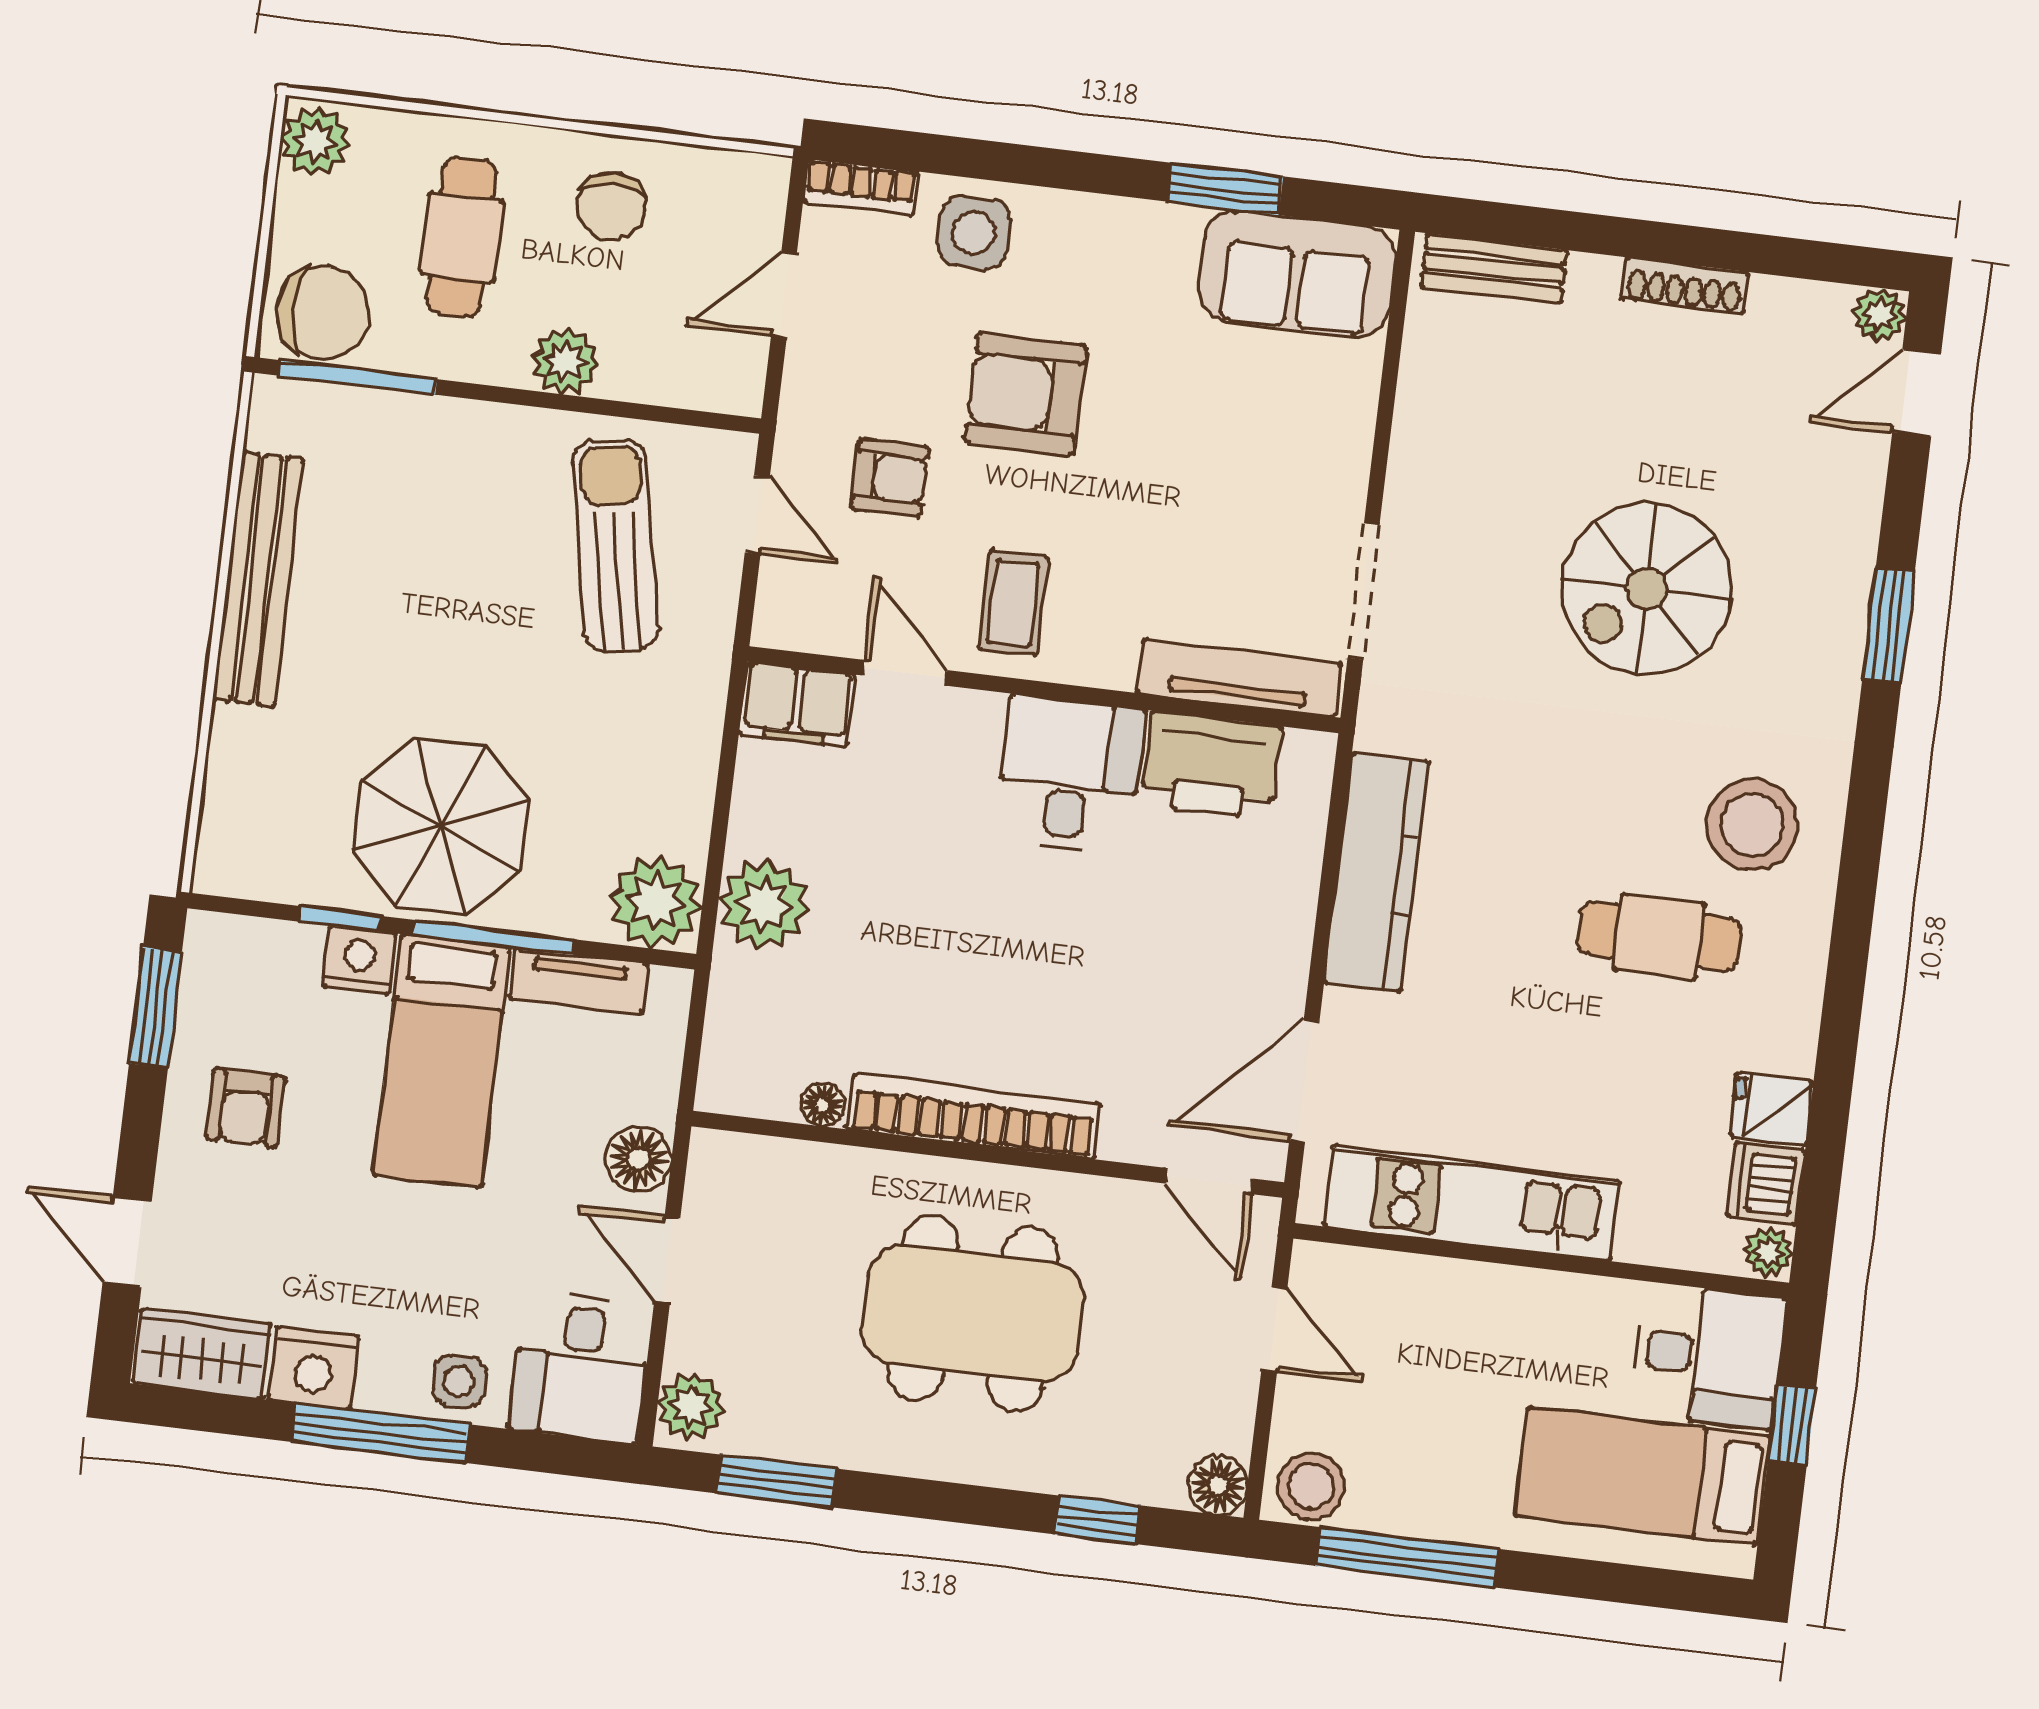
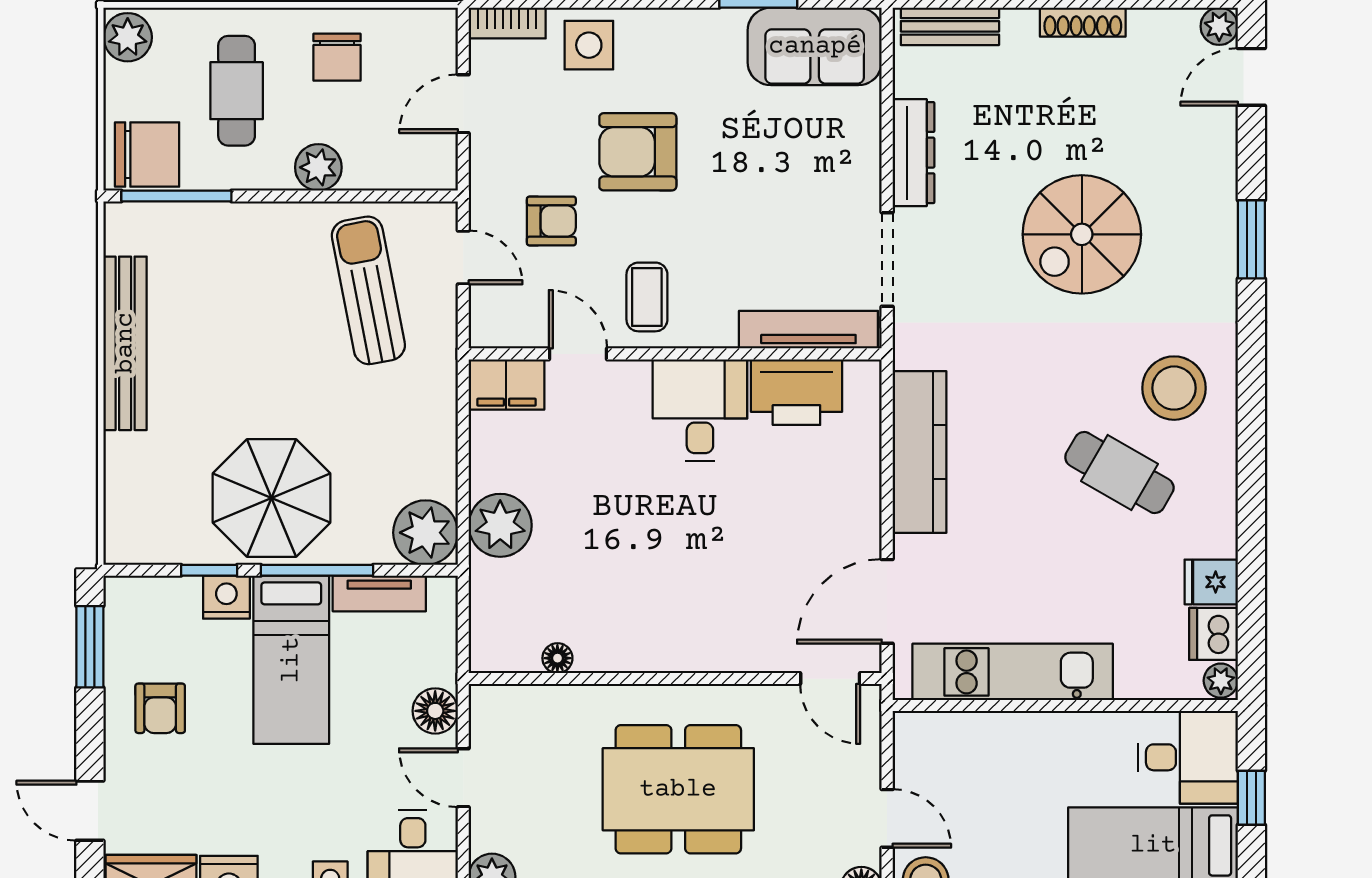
dresser: (1420, 443) -> (913, 153), added
cafe table: (1659, 936) -> (1119, 473), turned 30
bookcase: (974, 1116) -> (662, 654), removed
door: (1274, 1330) -> (887, 818), moved

